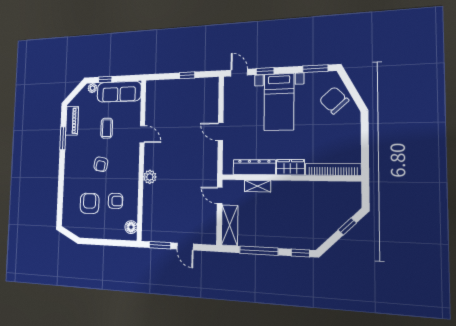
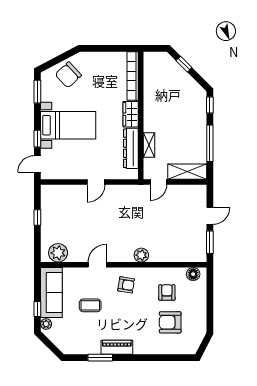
plant: (154, 97) -> (58, 253), added
piano: (72, 121) -> (117, 347), moved
armchair: (101, 164) -> (126, 285), moved

